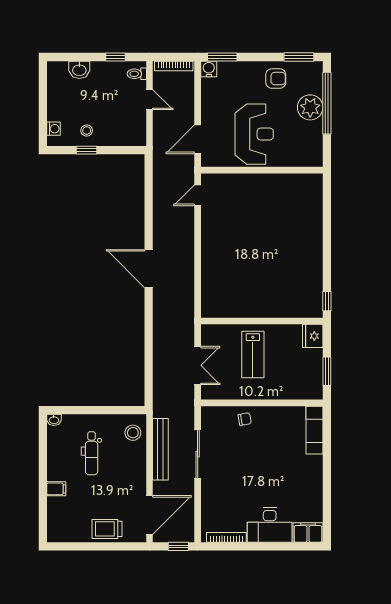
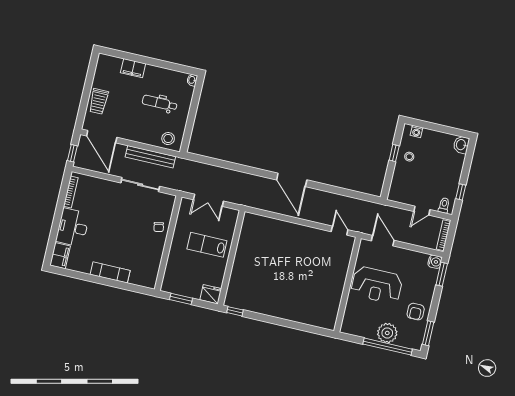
washbasin: (79, 70) -> (461, 145), moved
door: (149, 269) -> (292, 180), swing flipped
exam couch: (314, 430) -> (110, 272), moved
filing cabinet: (56, 489) -> (133, 68), width x2.00
trolley: (107, 529) -> (99, 101), turned 180

